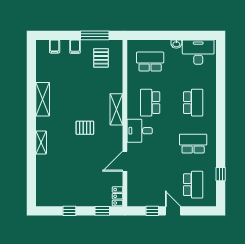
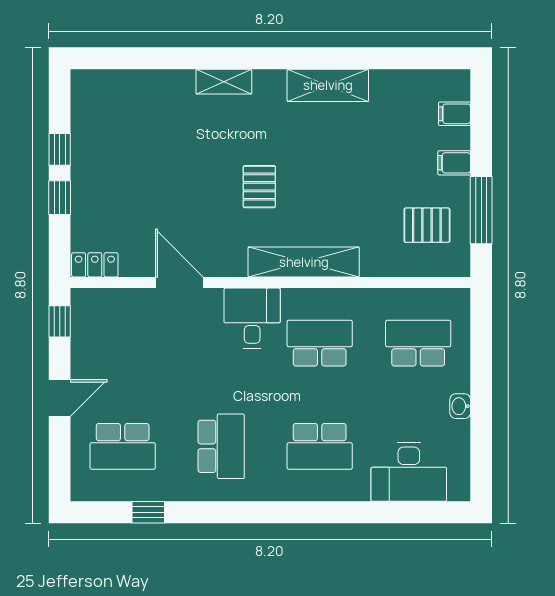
desk: (198, 52) -> (409, 472), moved, turned 90
school desk: (150, 62) -> (418, 343), turned -90
shelving: (116, 109) -> (304, 262), width x1.47
window: (102, 211) -> (60, 198), moved
window: (152, 211) -> (60, 321), moved

